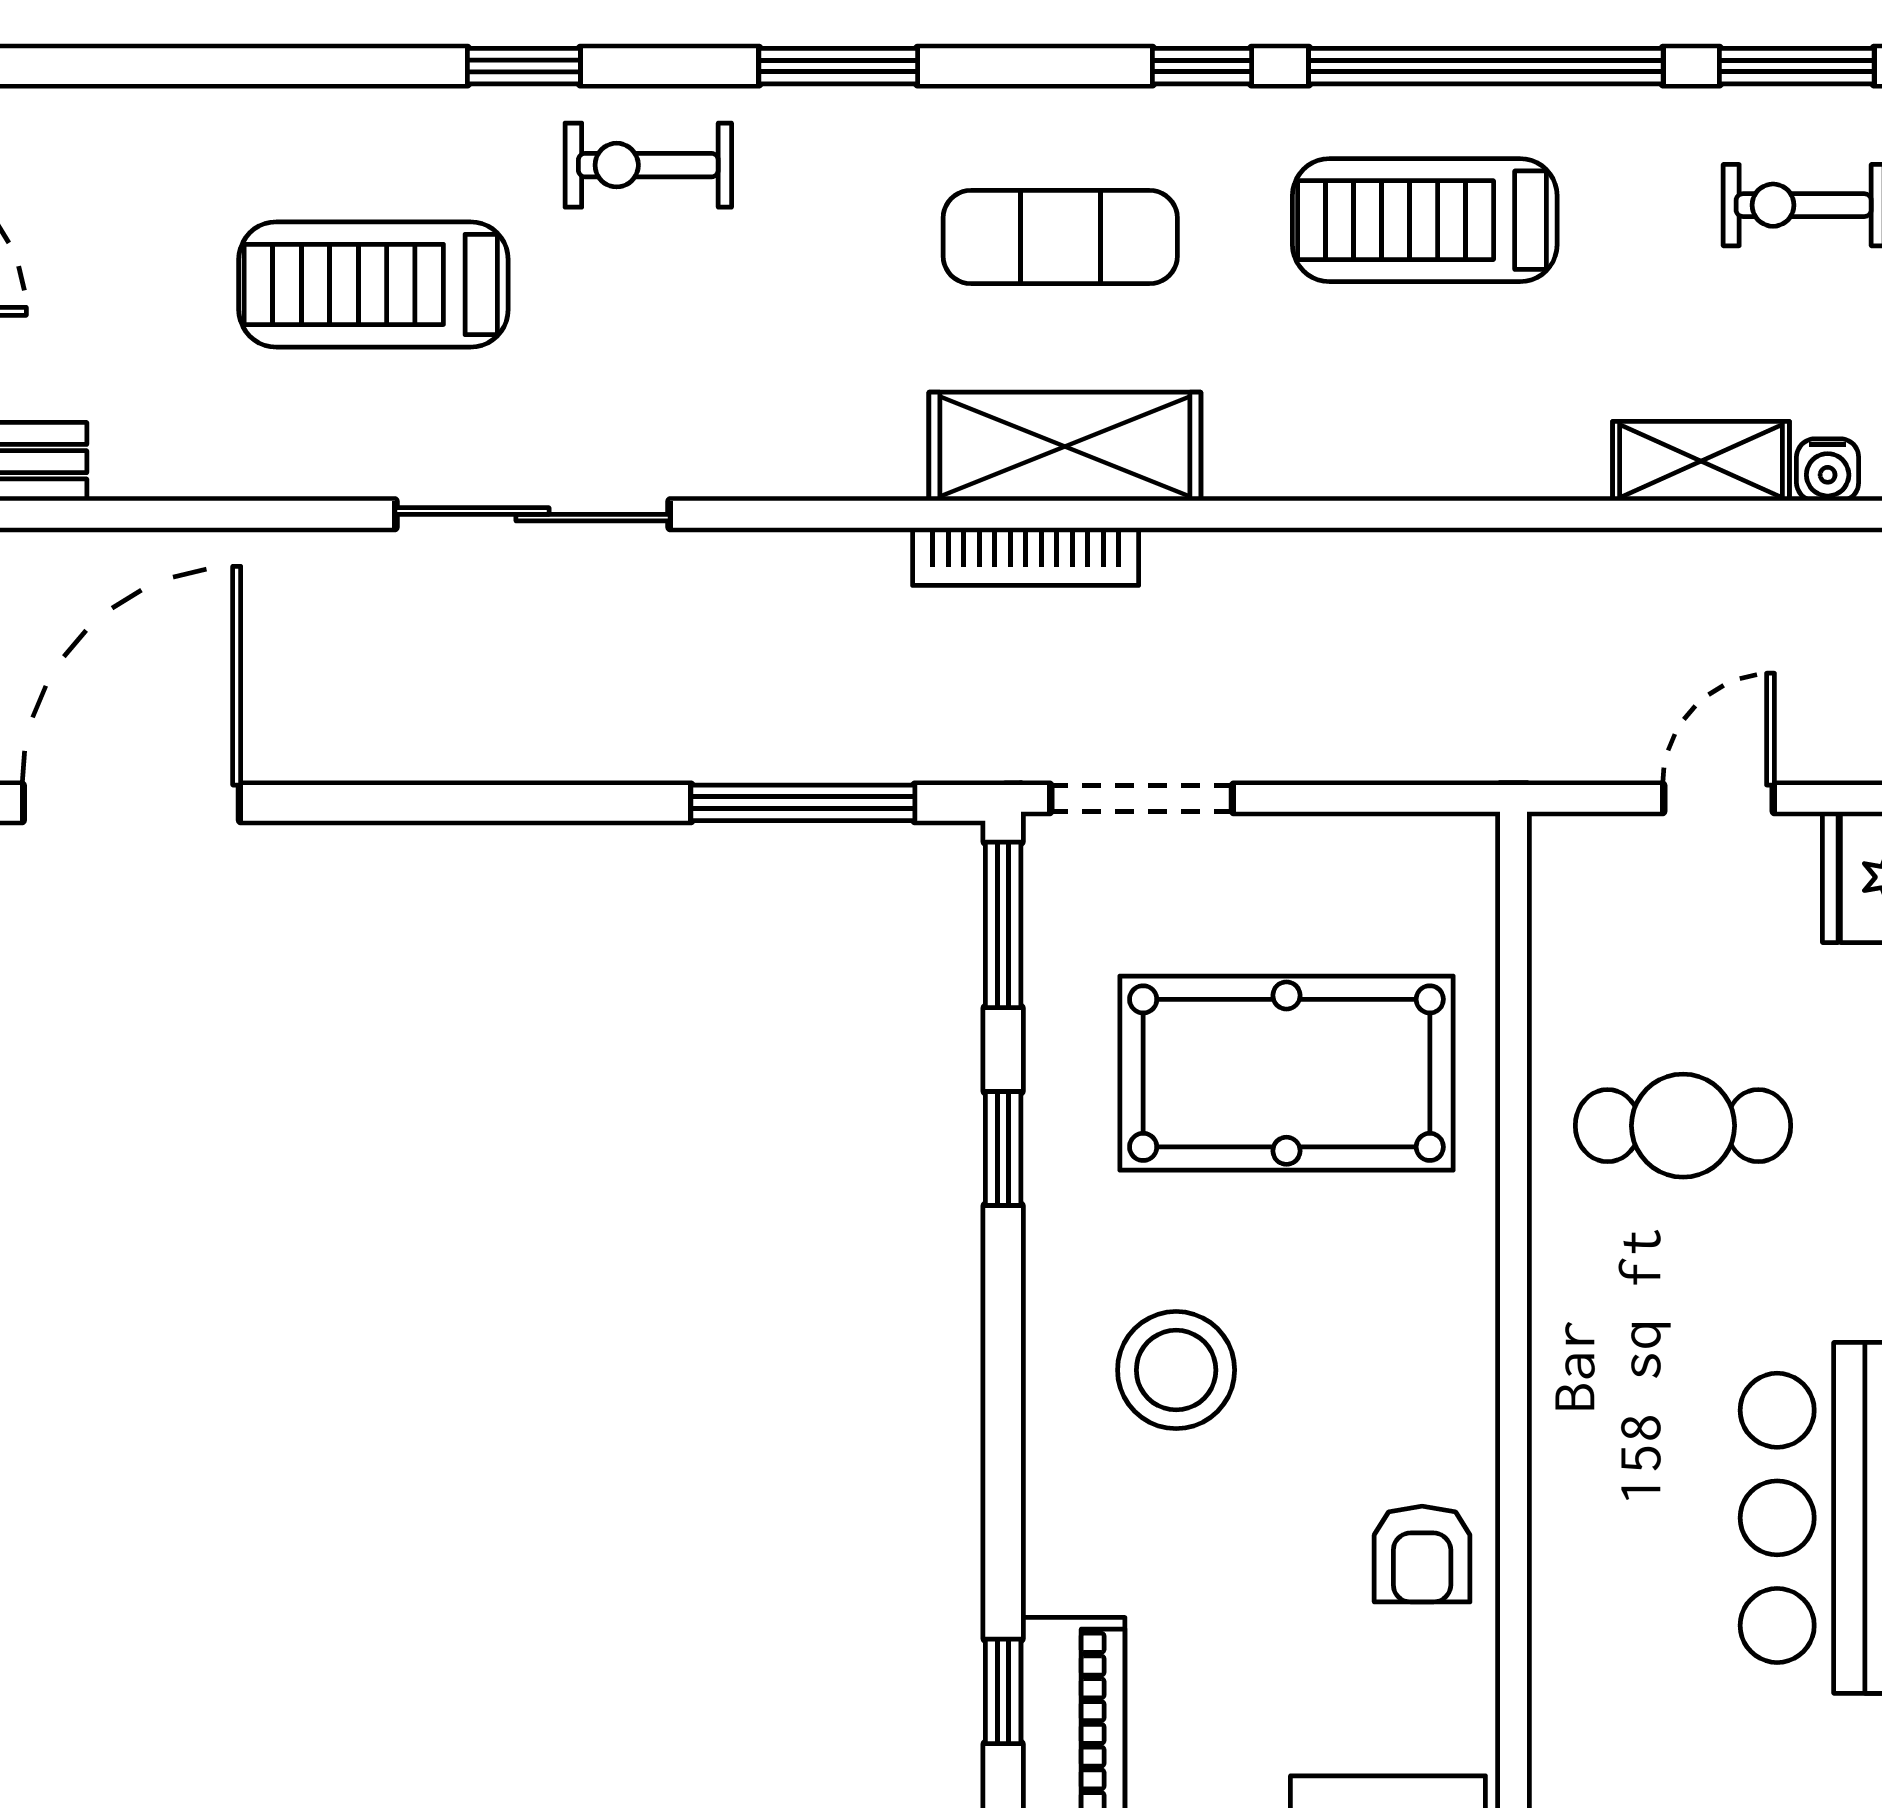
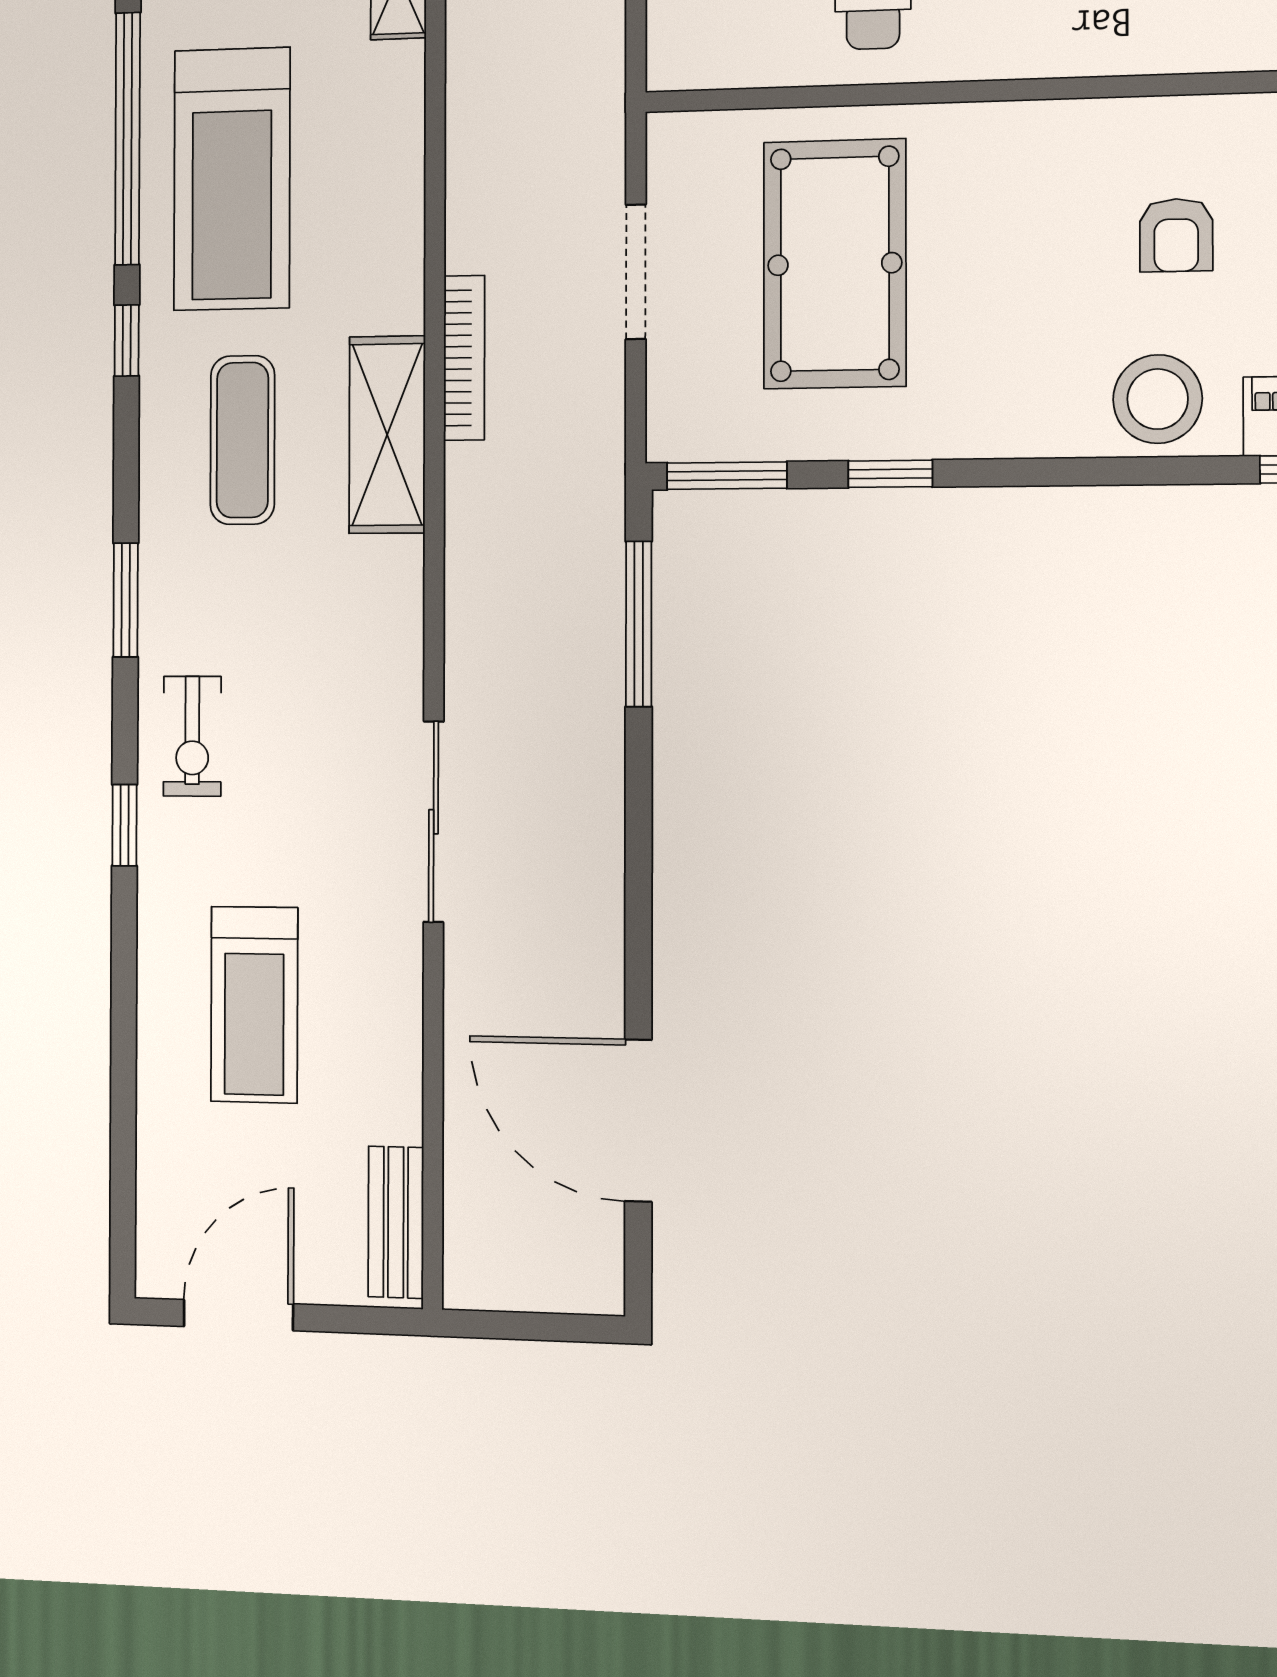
treadmill: (1425, 220) -> (232, 179), width x1.37, depth x1.38
treadmill: (373, 284) -> (254, 1005), moved
bookcase: (1026, 557) -> (464, 358), moved
doorway: (1142, 798) -> (636, 272), moved
stool: (1176, 1370) -> (1158, 399), moved
armchair: (1422, 1554) -> (1176, 235), moved, turned 90

